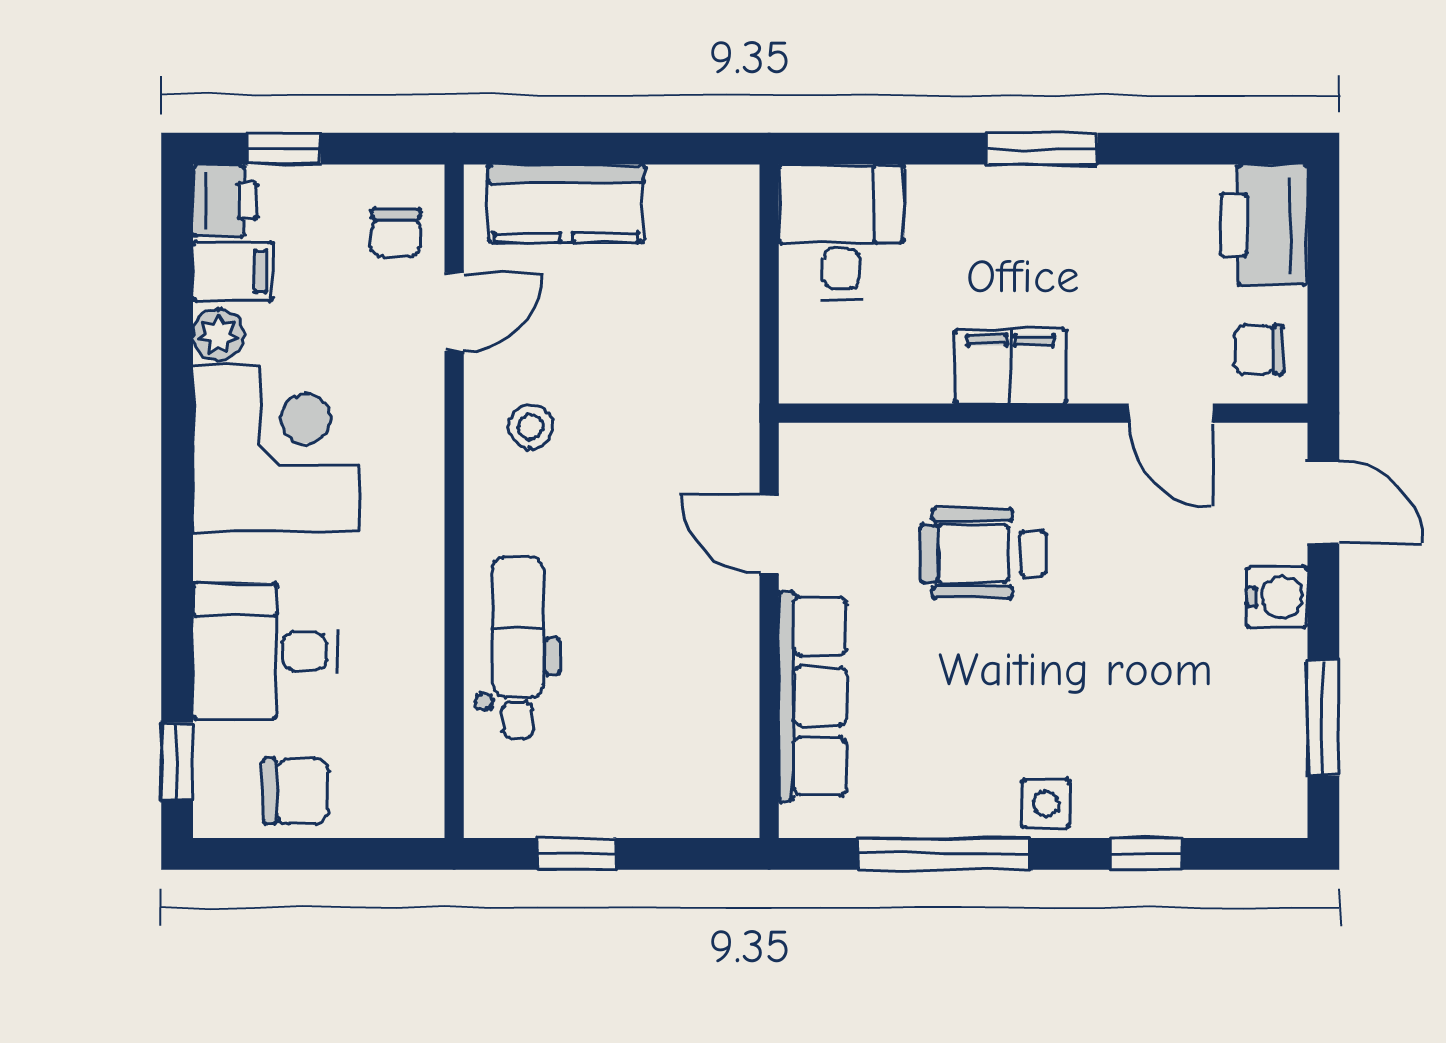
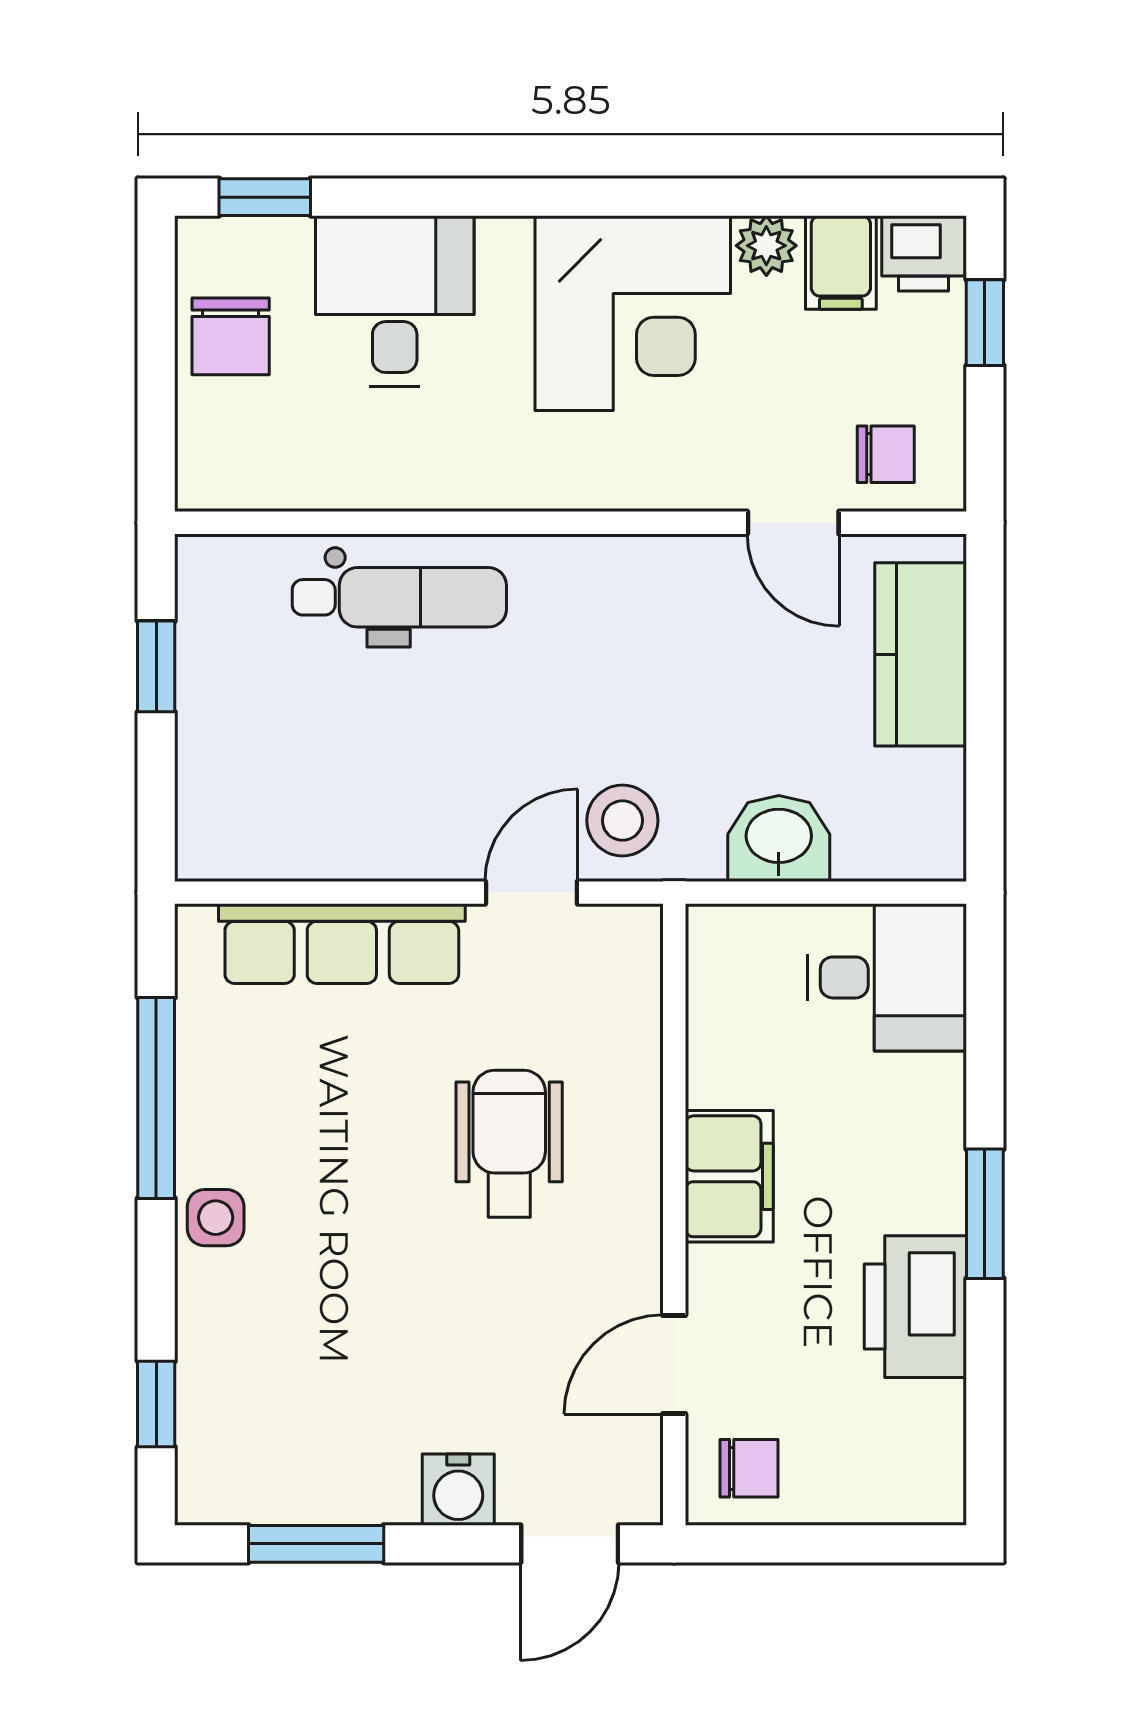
printer: (1264, 225) -> (915, 1307), moved, turned -90
chair: (396, 233) -> (886, 454), turned 180
washbasin: (723, 324) -> (779, 838), added
chair: (1259, 349) -> (749, 1468), turned 90
stool: (531, 427) -> (622, 821), moved, width x1.37, depth x1.37
window: (1146, 854) -> (156, 1404), moved

